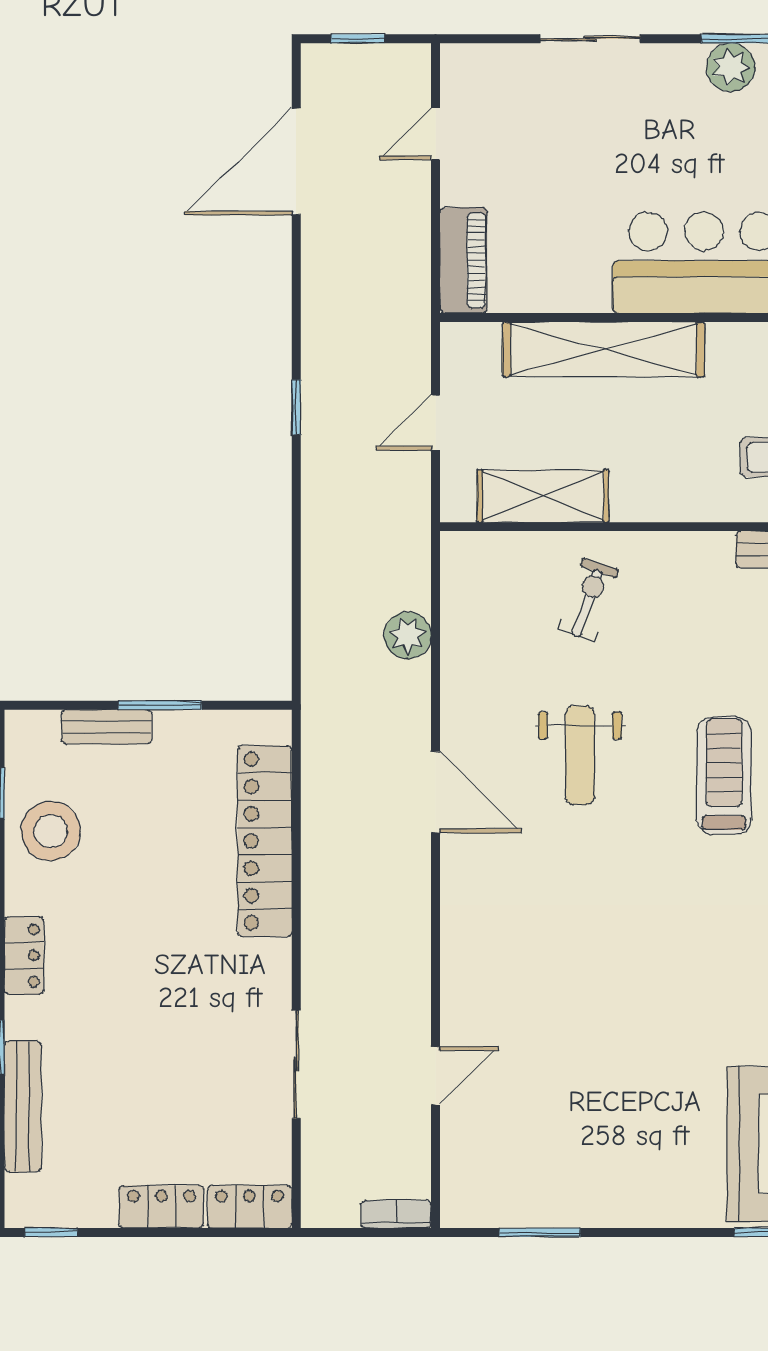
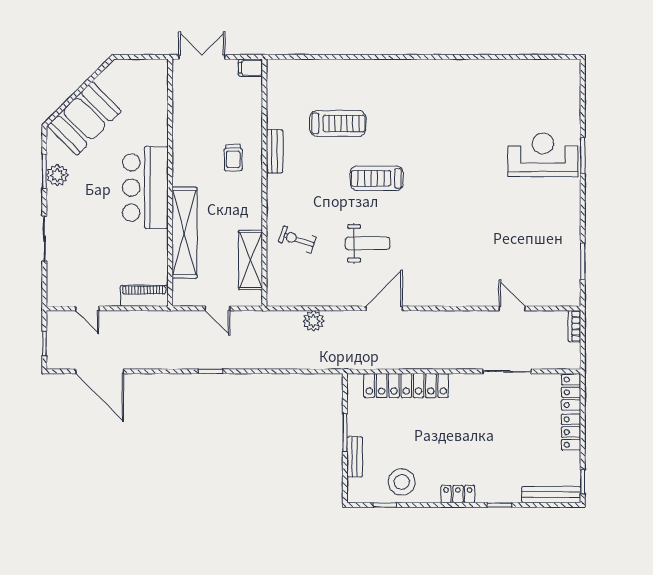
bench: (23, 1106) -> (551, 495), moved

